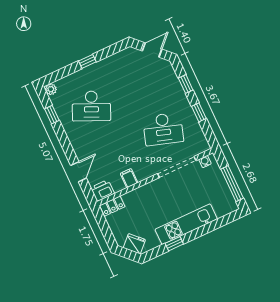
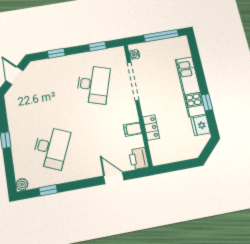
window: (199, 112) -> (97, 46), moved
locker: (112, 206) -> (151, 128), moved
fridge: (134, 244) -> (201, 125), moved, turned -45

